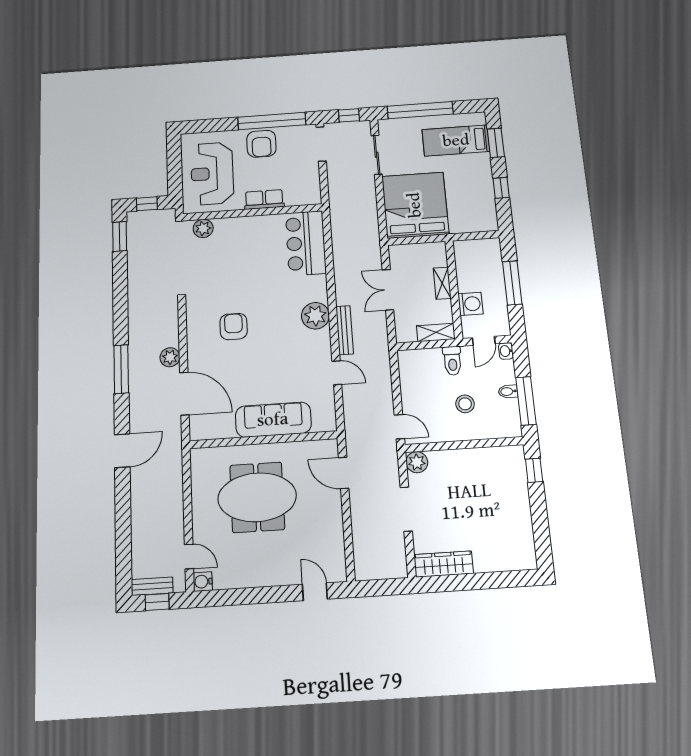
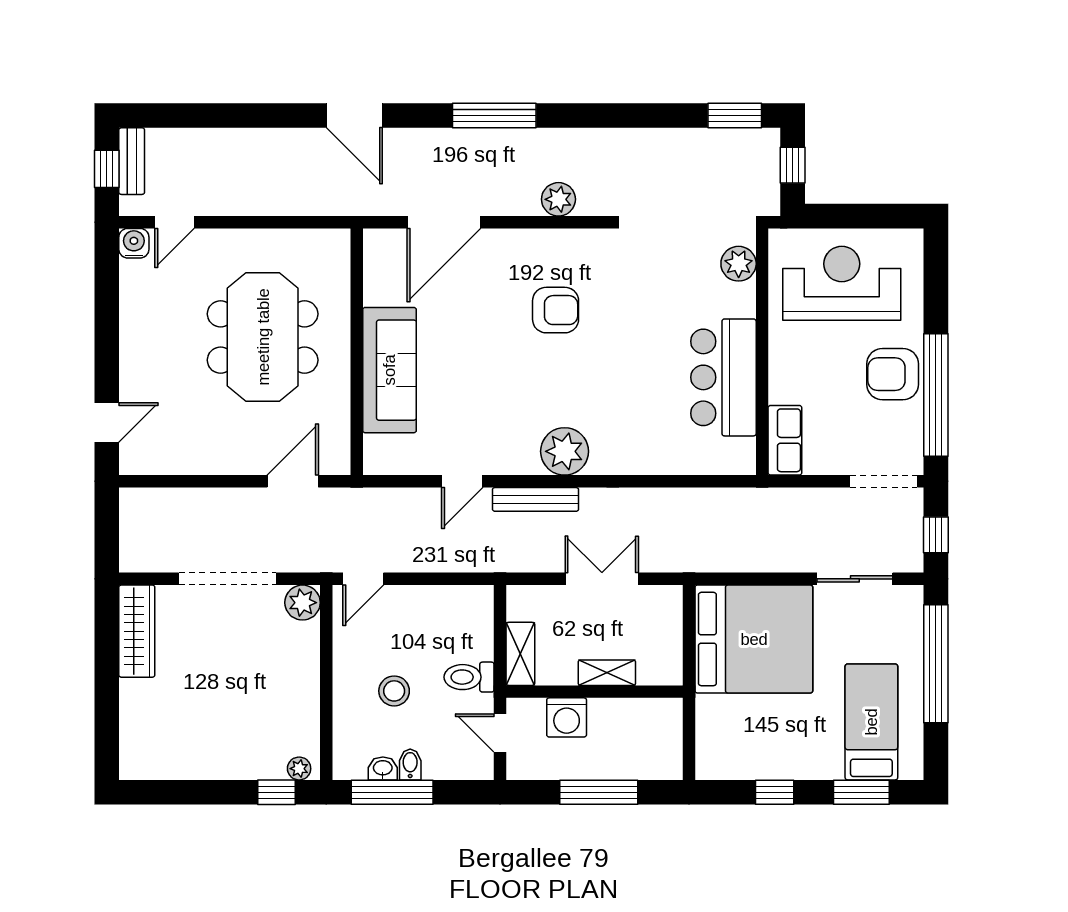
row of seats: (264, 199) -> (785, 440), moved
bar counter: (306, 243) -> (723, 377), moved, turned -90
washbasin: (506, 351) -> (383, 768), moved
plant: (170, 357) -> (558, 199), moved
plant: (518, 457) -> (299, 769), added
doorway: (406, 509) -> (227, 579), width x1.36

